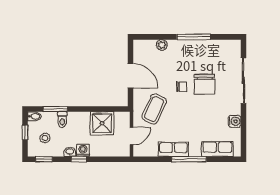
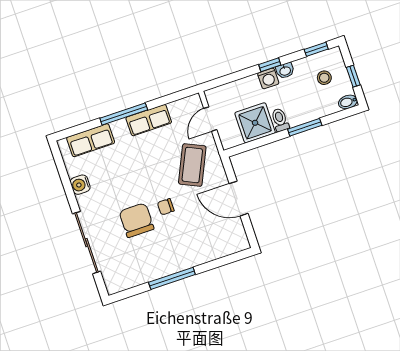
plant: (162, 45) -> (211, 253), removed
window: (55, 109) -> (305, 127), moved
toilet: (62, 120) -> (280, 120), moved

